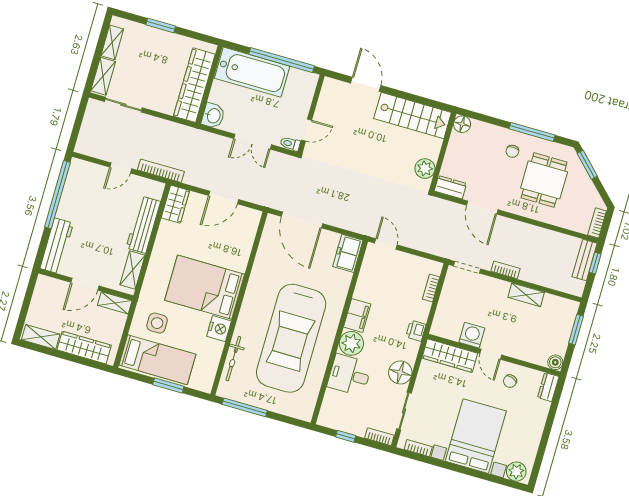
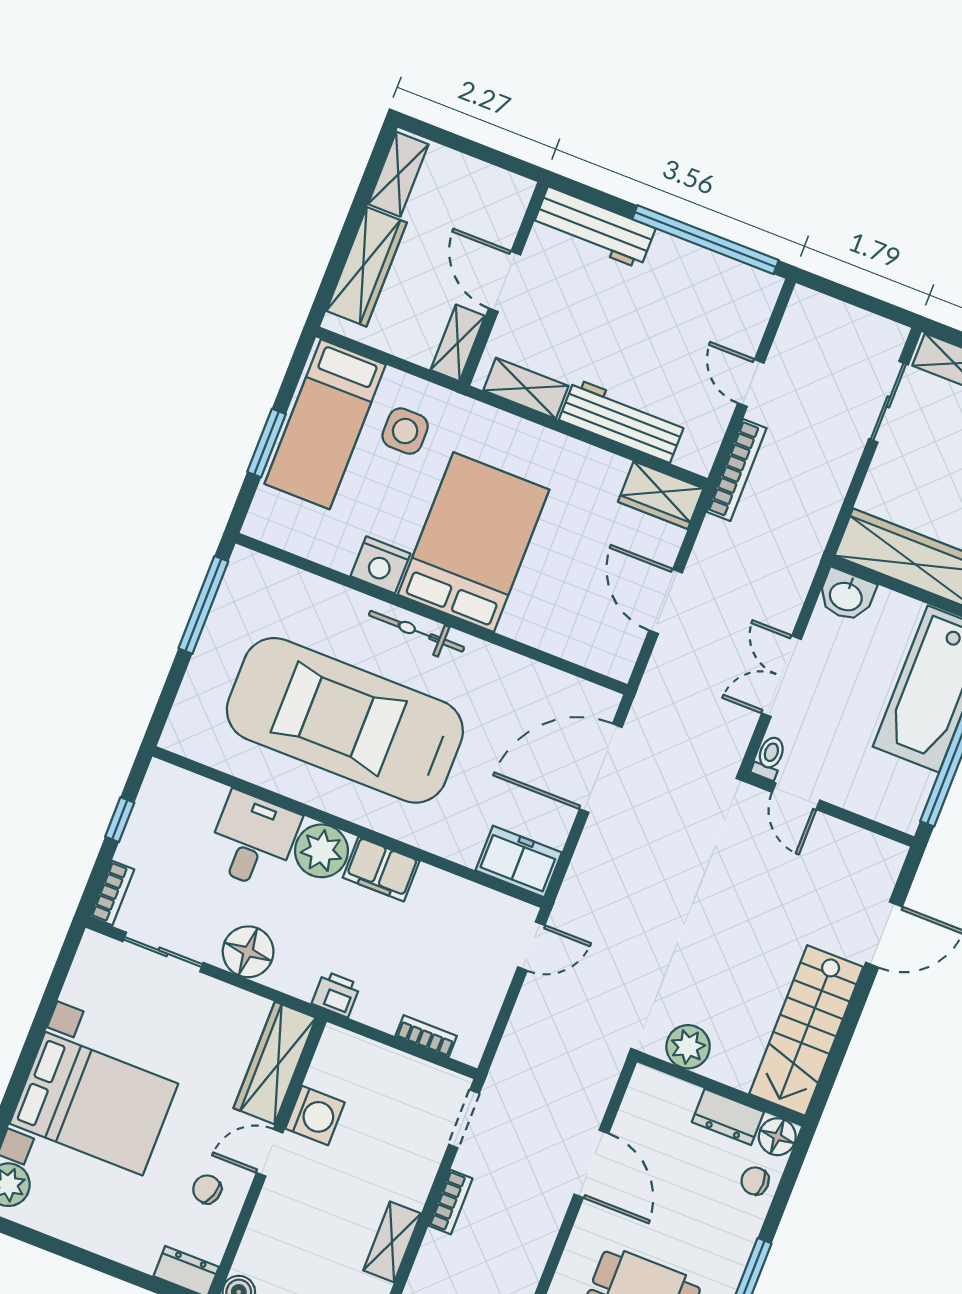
chair: (512, 151) -> (755, 1181), moved
dresser: (450, 187) -> (728, 1117), moved, turned 90
door: (482, 208) -> (591, 1164), swing flipped
bicycle: (233, 359) -> (416, 631), moved
bookcase: (418, 448) -> (79, 976), removed

